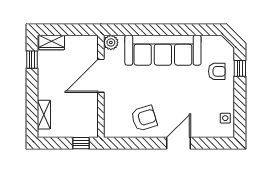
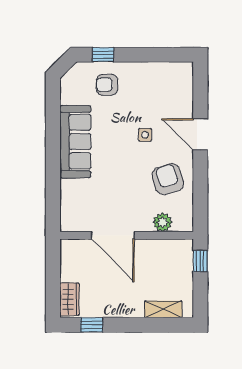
plant: (111, 42) -> (163, 222), moved
sofa: (163, 50) -> (75, 142), width x0.74, depth x0.79
armchair: (217, 71) -> (107, 85), turned -90
side table: (225, 118) -> (145, 135), moved

